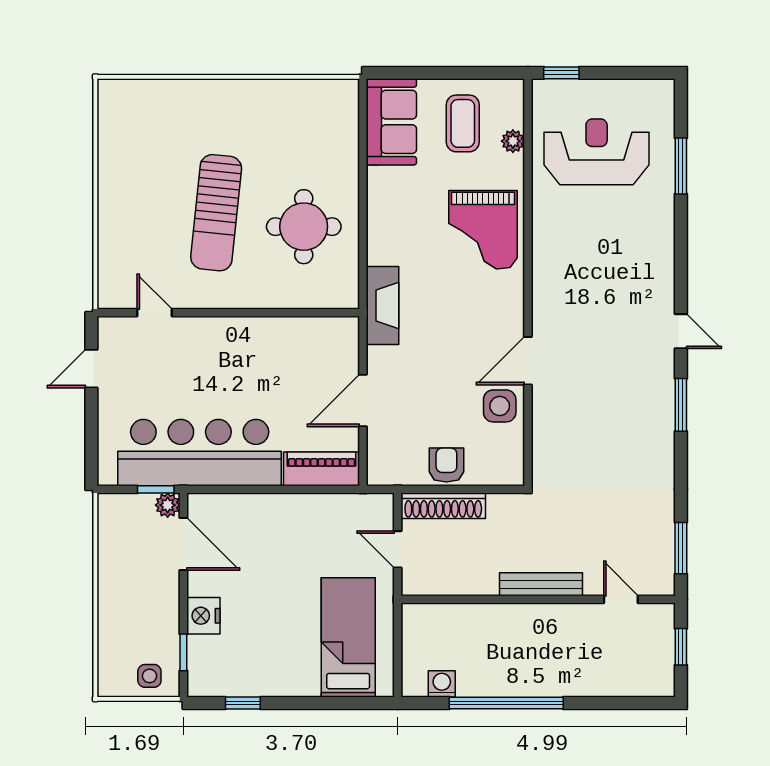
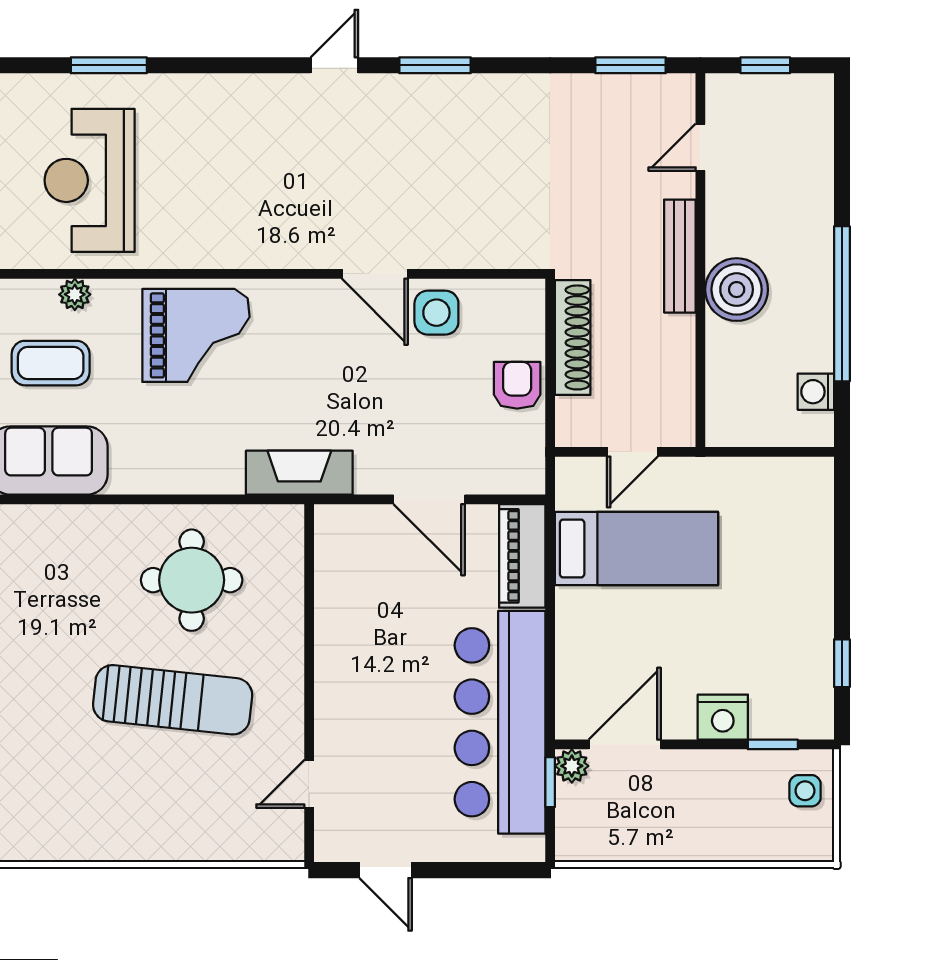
armchair: (446, 465) -> (517, 385), turned 90
shoe rack: (443, 506) -> (573, 337), moved
boiler: (517, 626) -> (737, 290), added
bed: (348, 637) -> (636, 548), moved, turned 180

